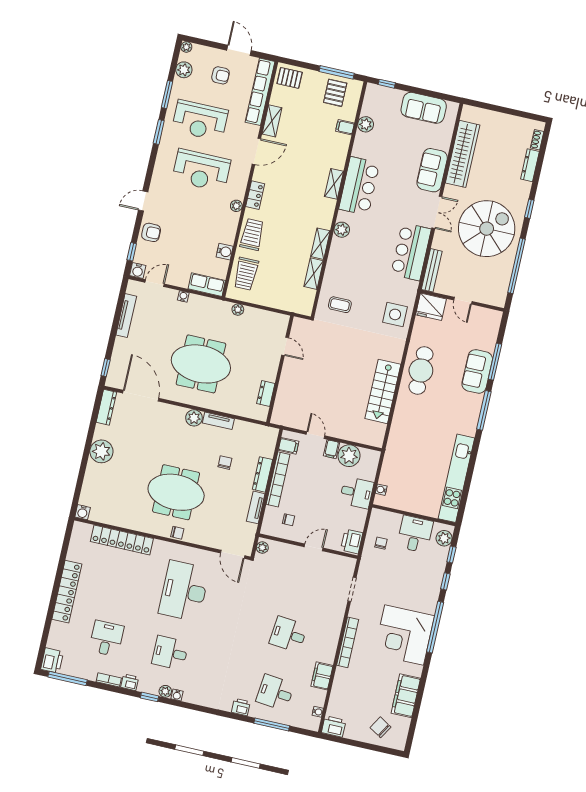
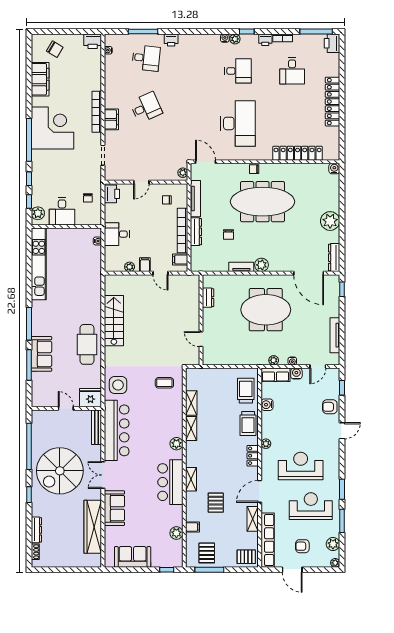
pallet: (311, 150) -> (216, 503), added
bar counter: (411, 252) -> (117, 430), width x1.36
water cooler: (138, 271) -> (296, 374), moved
plant: (238, 310) -> (274, 360), moved
plant: (349, 456) -> (130, 267), width x0.53, depth x0.53
meeting table: (176, 492) -> (263, 202), width x1.36
tv unit: (256, 507) -> (195, 199), width x1.41
desk: (288, 634) -> (146, 107), turned -30
filing cabinet: (322, 676) -> (111, 119), moved

